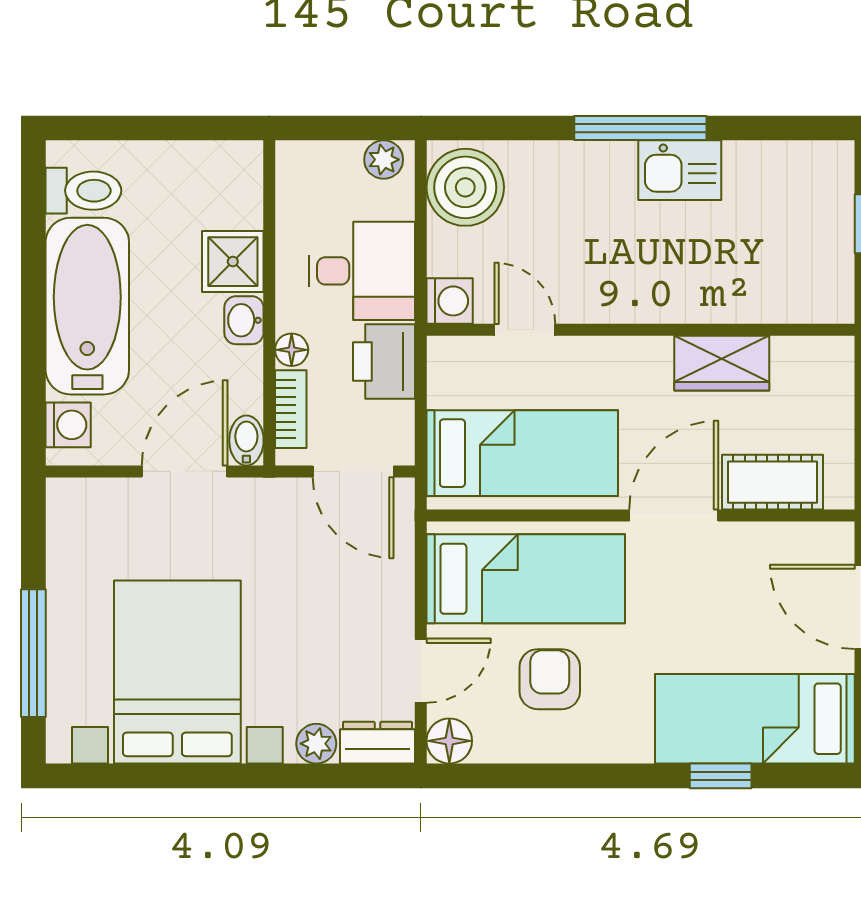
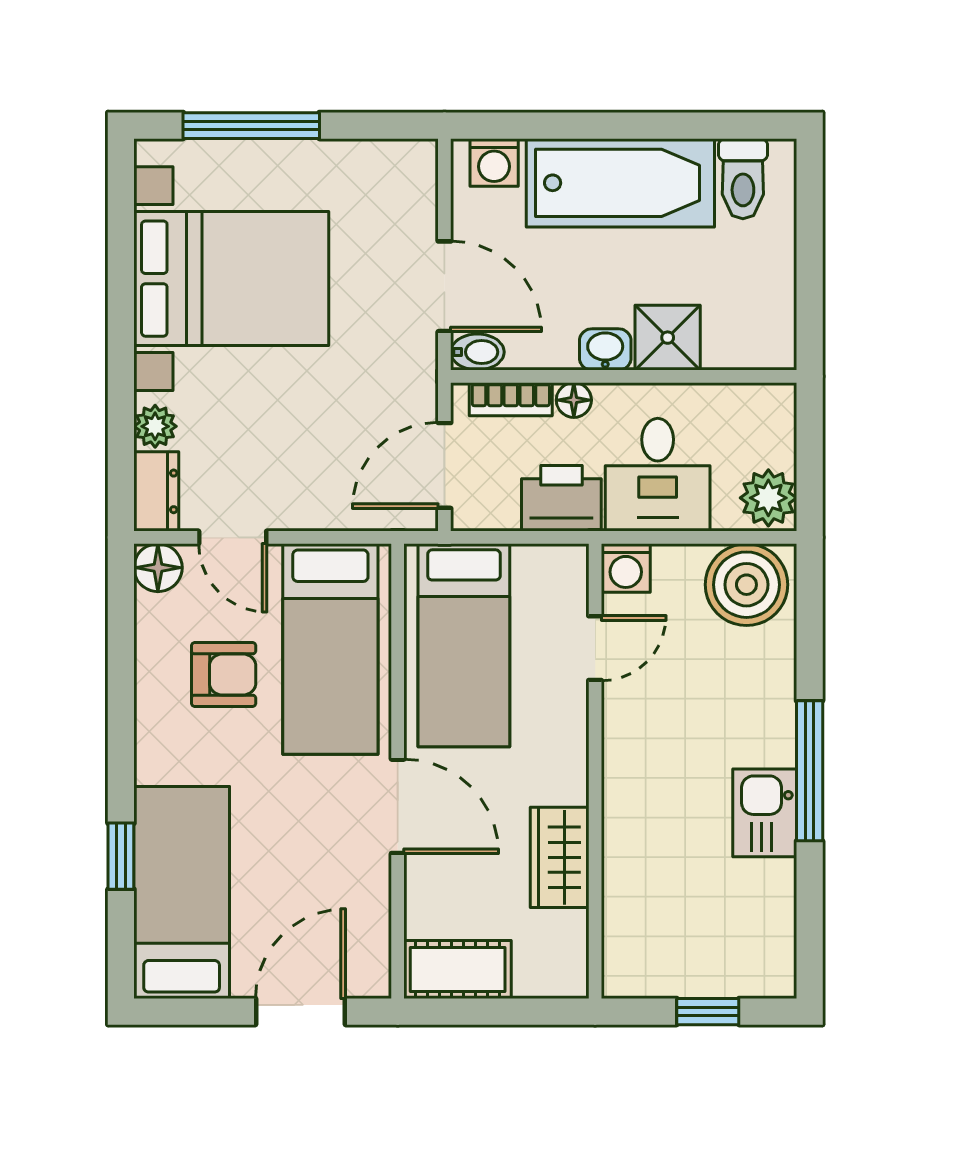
plant: (384, 160) -> (768, 498), width x1.38, depth x1.38
cot: (773, 482) -> (458, 969), moved, turned 90

